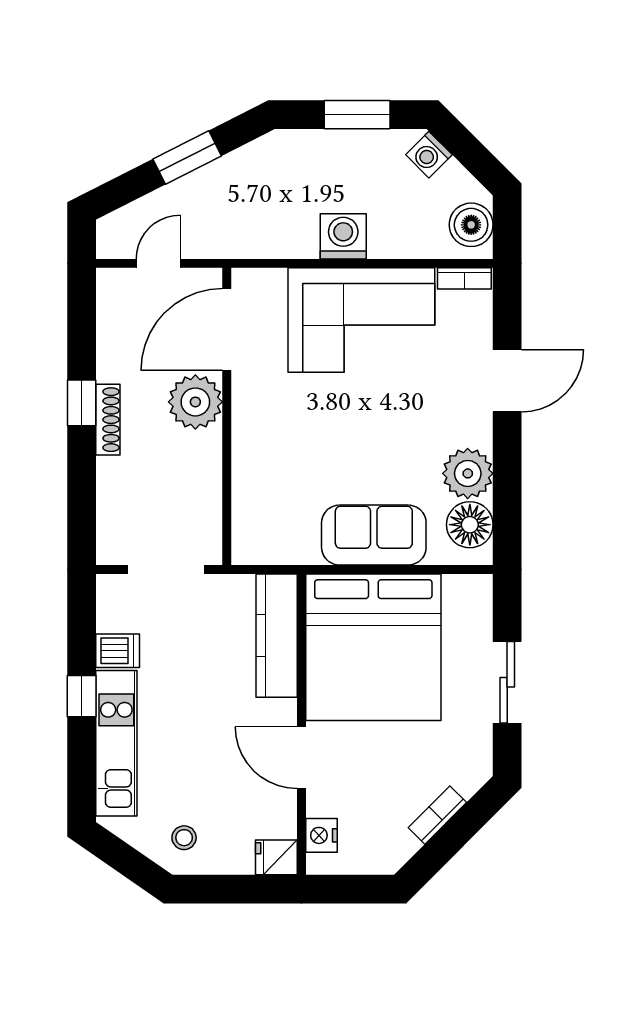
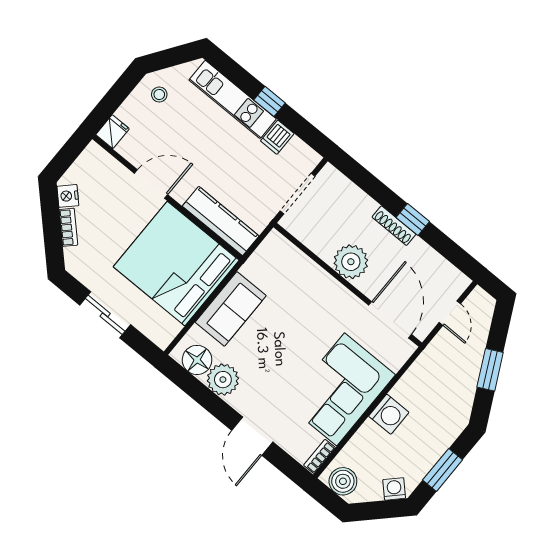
plant: (195, 402) -> (351, 262), moved
nightstand: (321, 835) -> (68, 196), moved, turned -135

